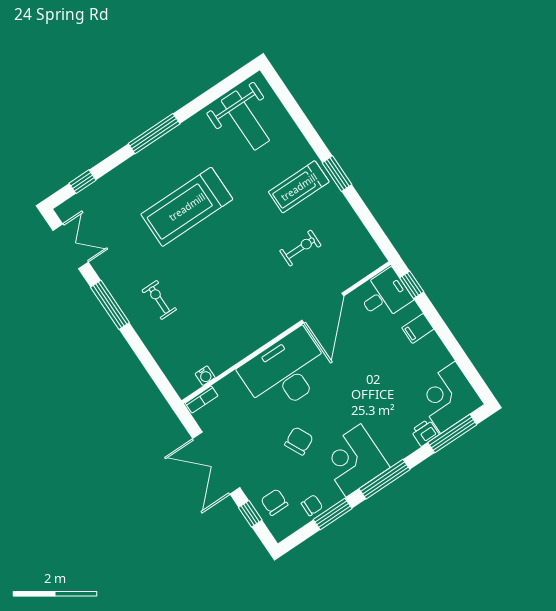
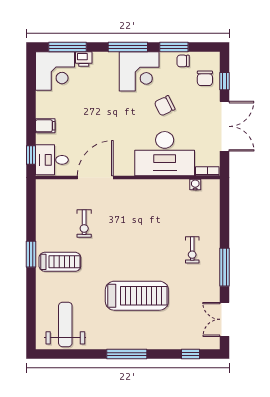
exercise bike: (300, 248) -> (84, 224), turned -90
desk: (286, 372) -> (165, 154), moved

